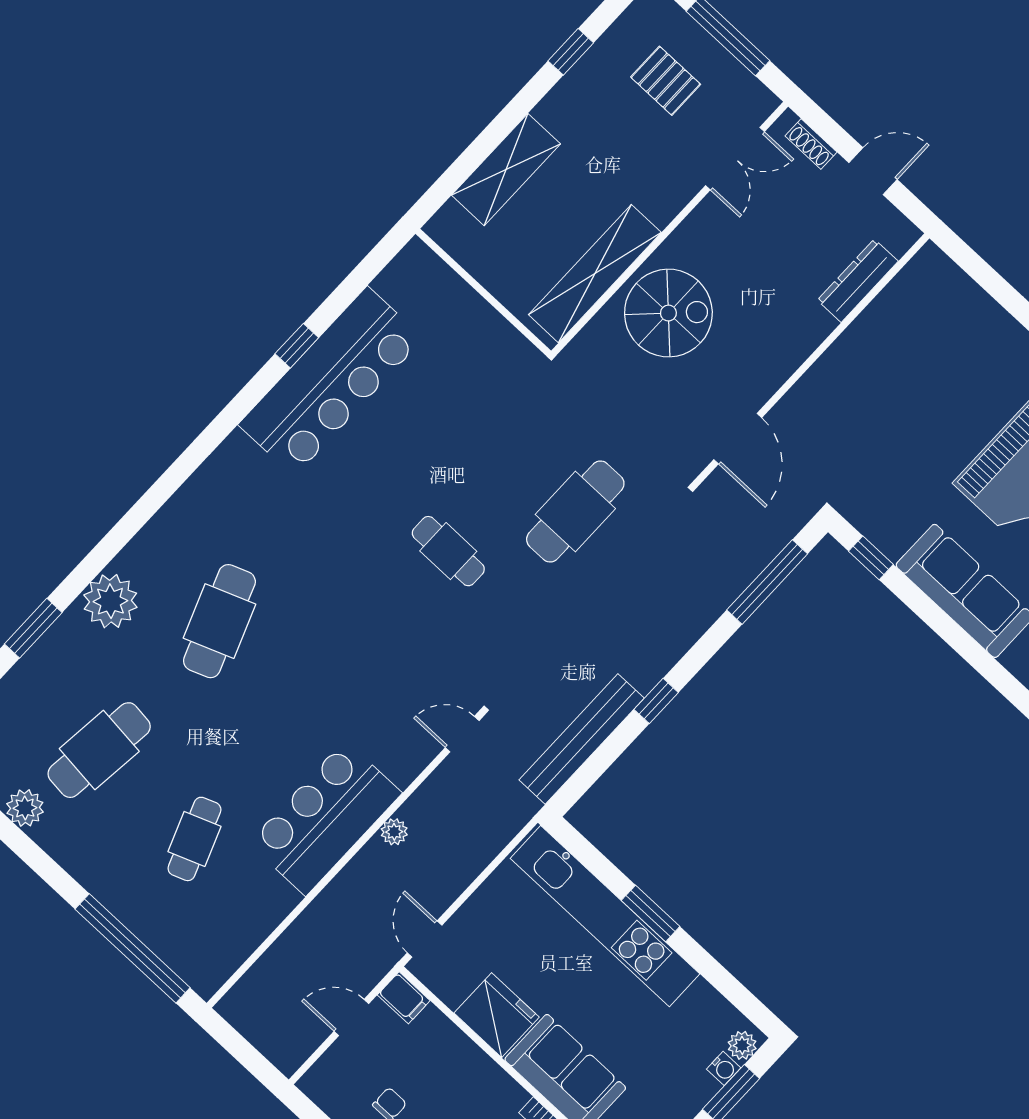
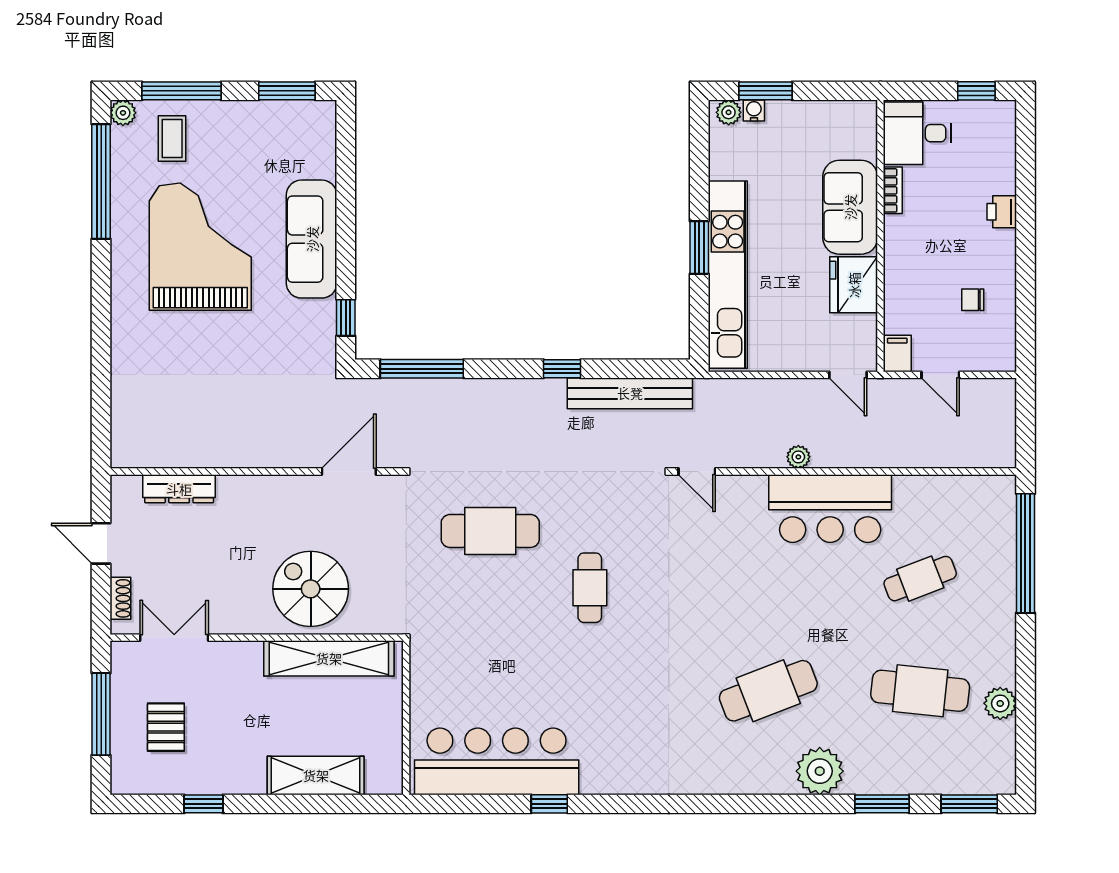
bar counter: (331, 381) -> (497, 761), moved
door: (425, 939) -> (848, 375), hinge flipped

